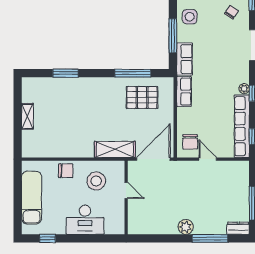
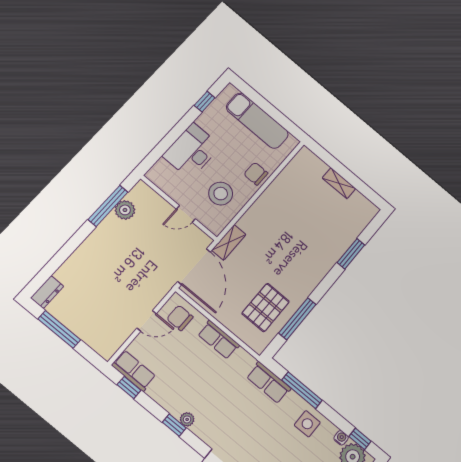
row of seats: (184, 92) -> (219, 340), moved
row of seats: (242, 126) -> (134, 371), width x0.50
shelving: (115, 149) -> (229, 242), width x0.67, depth x0.75
chair: (66, 171) -> (256, 174), turned 89
plant: (186, 227) -> (125, 210), moved
window: (210, 238) -> (108, 206), moved

